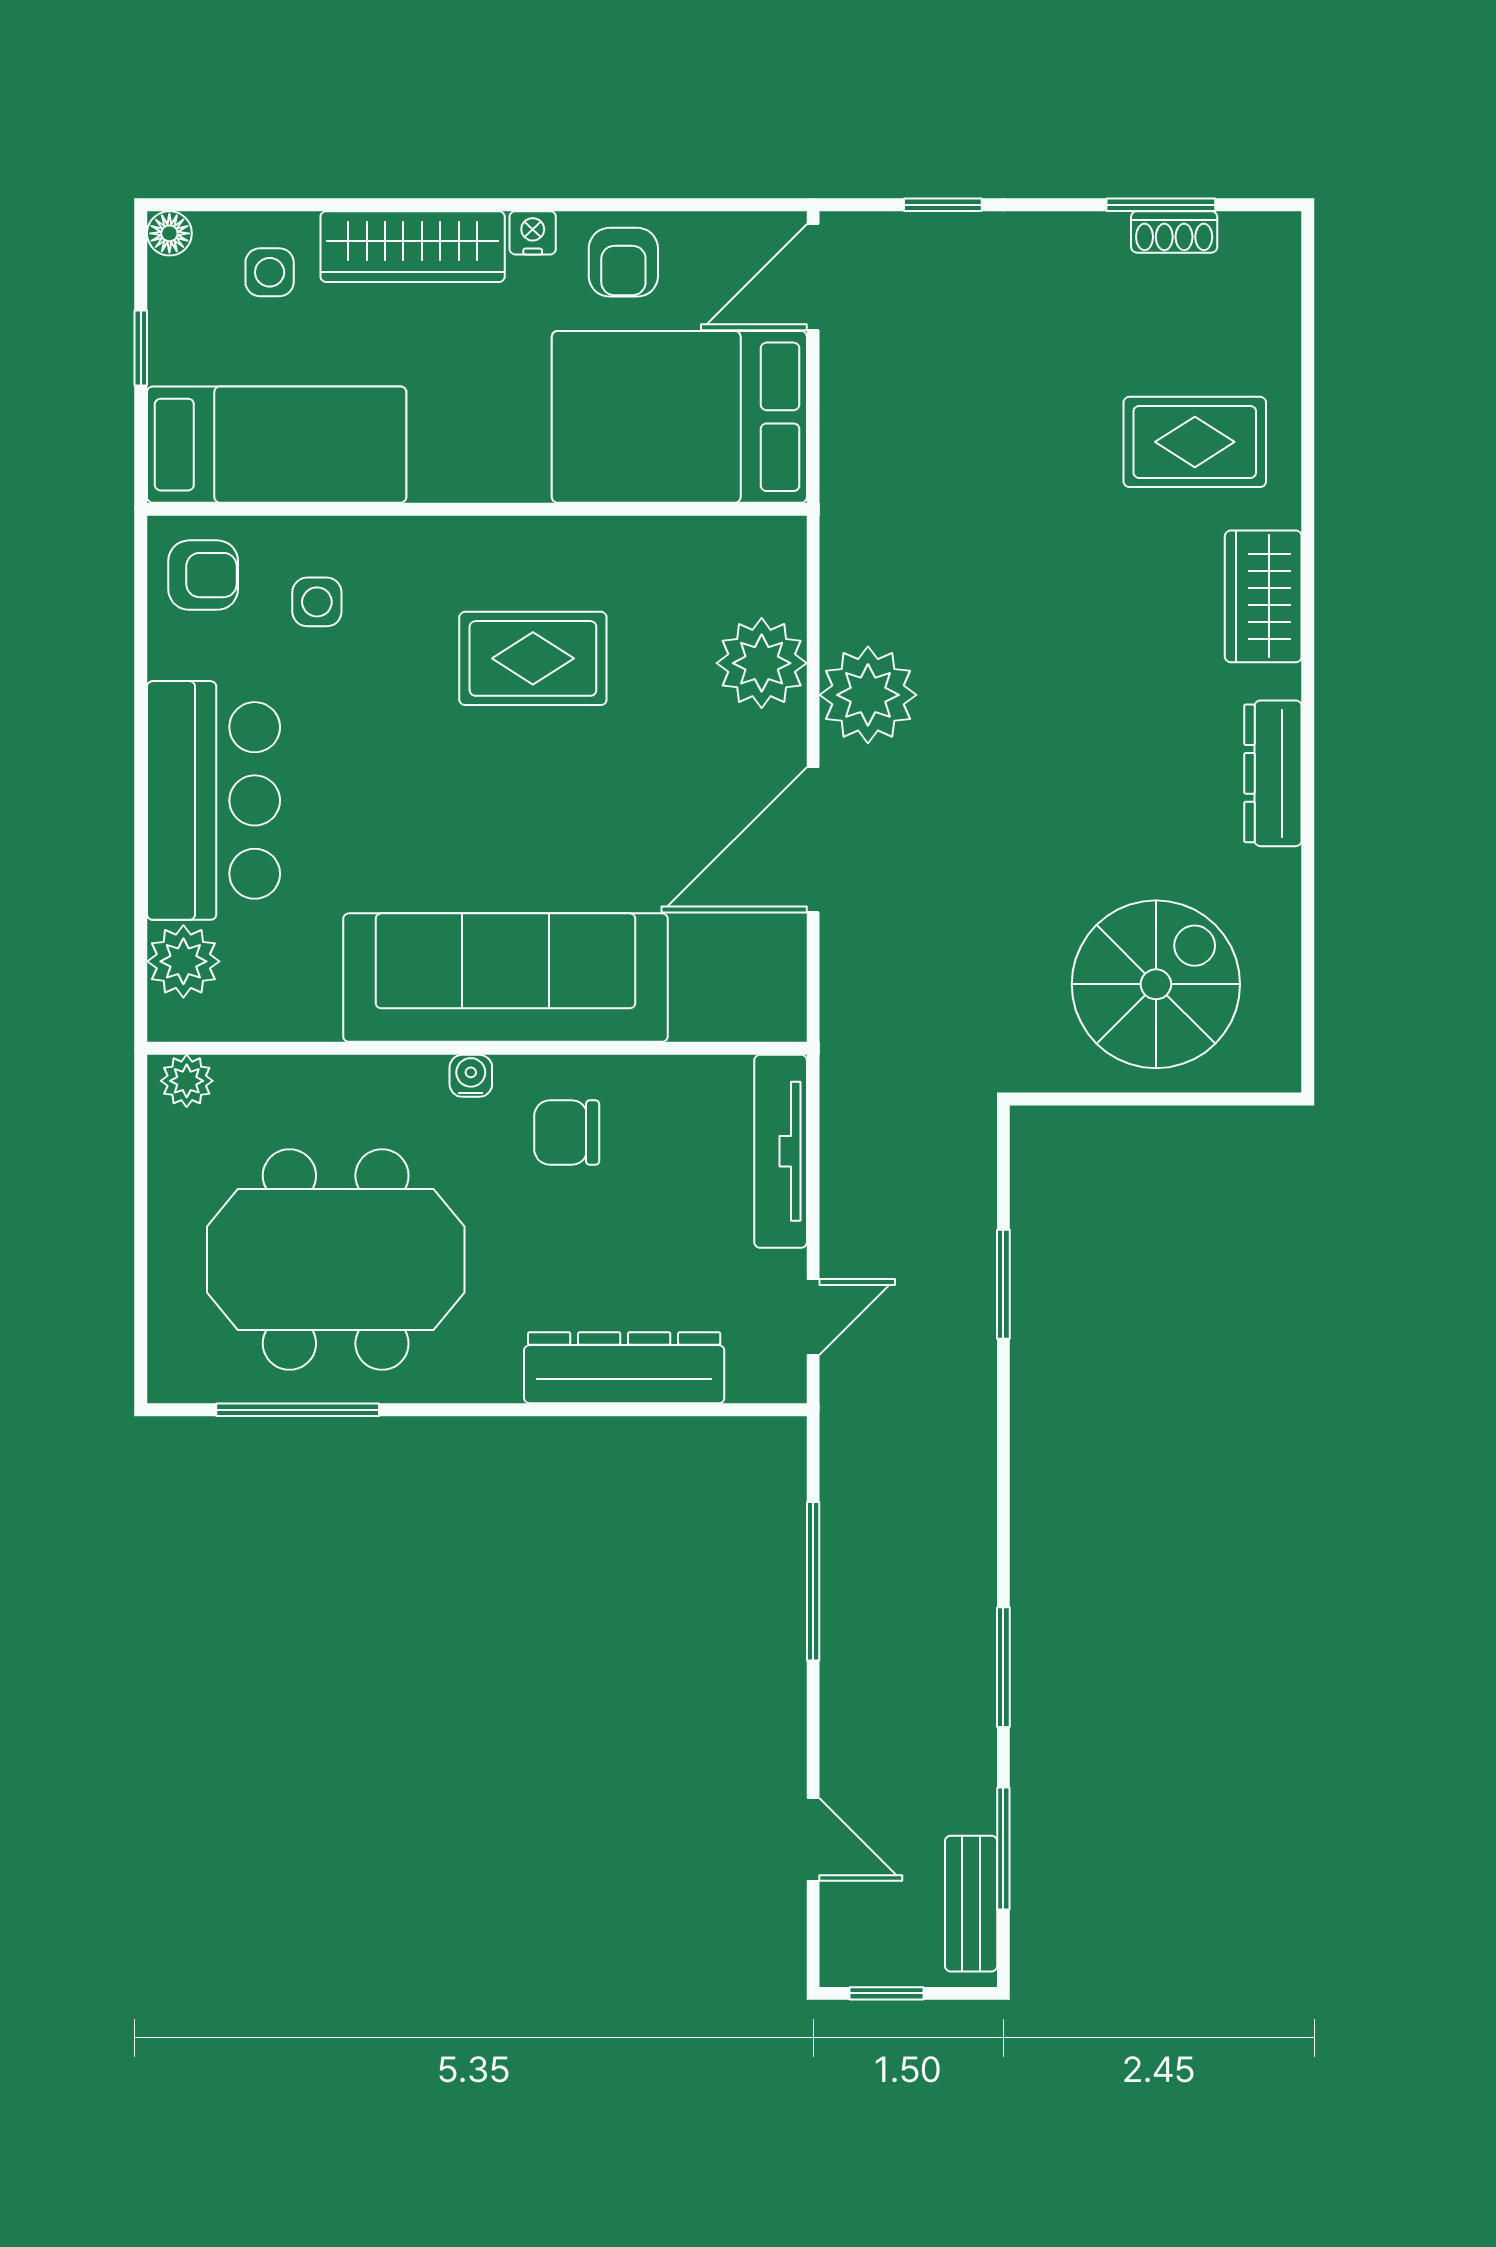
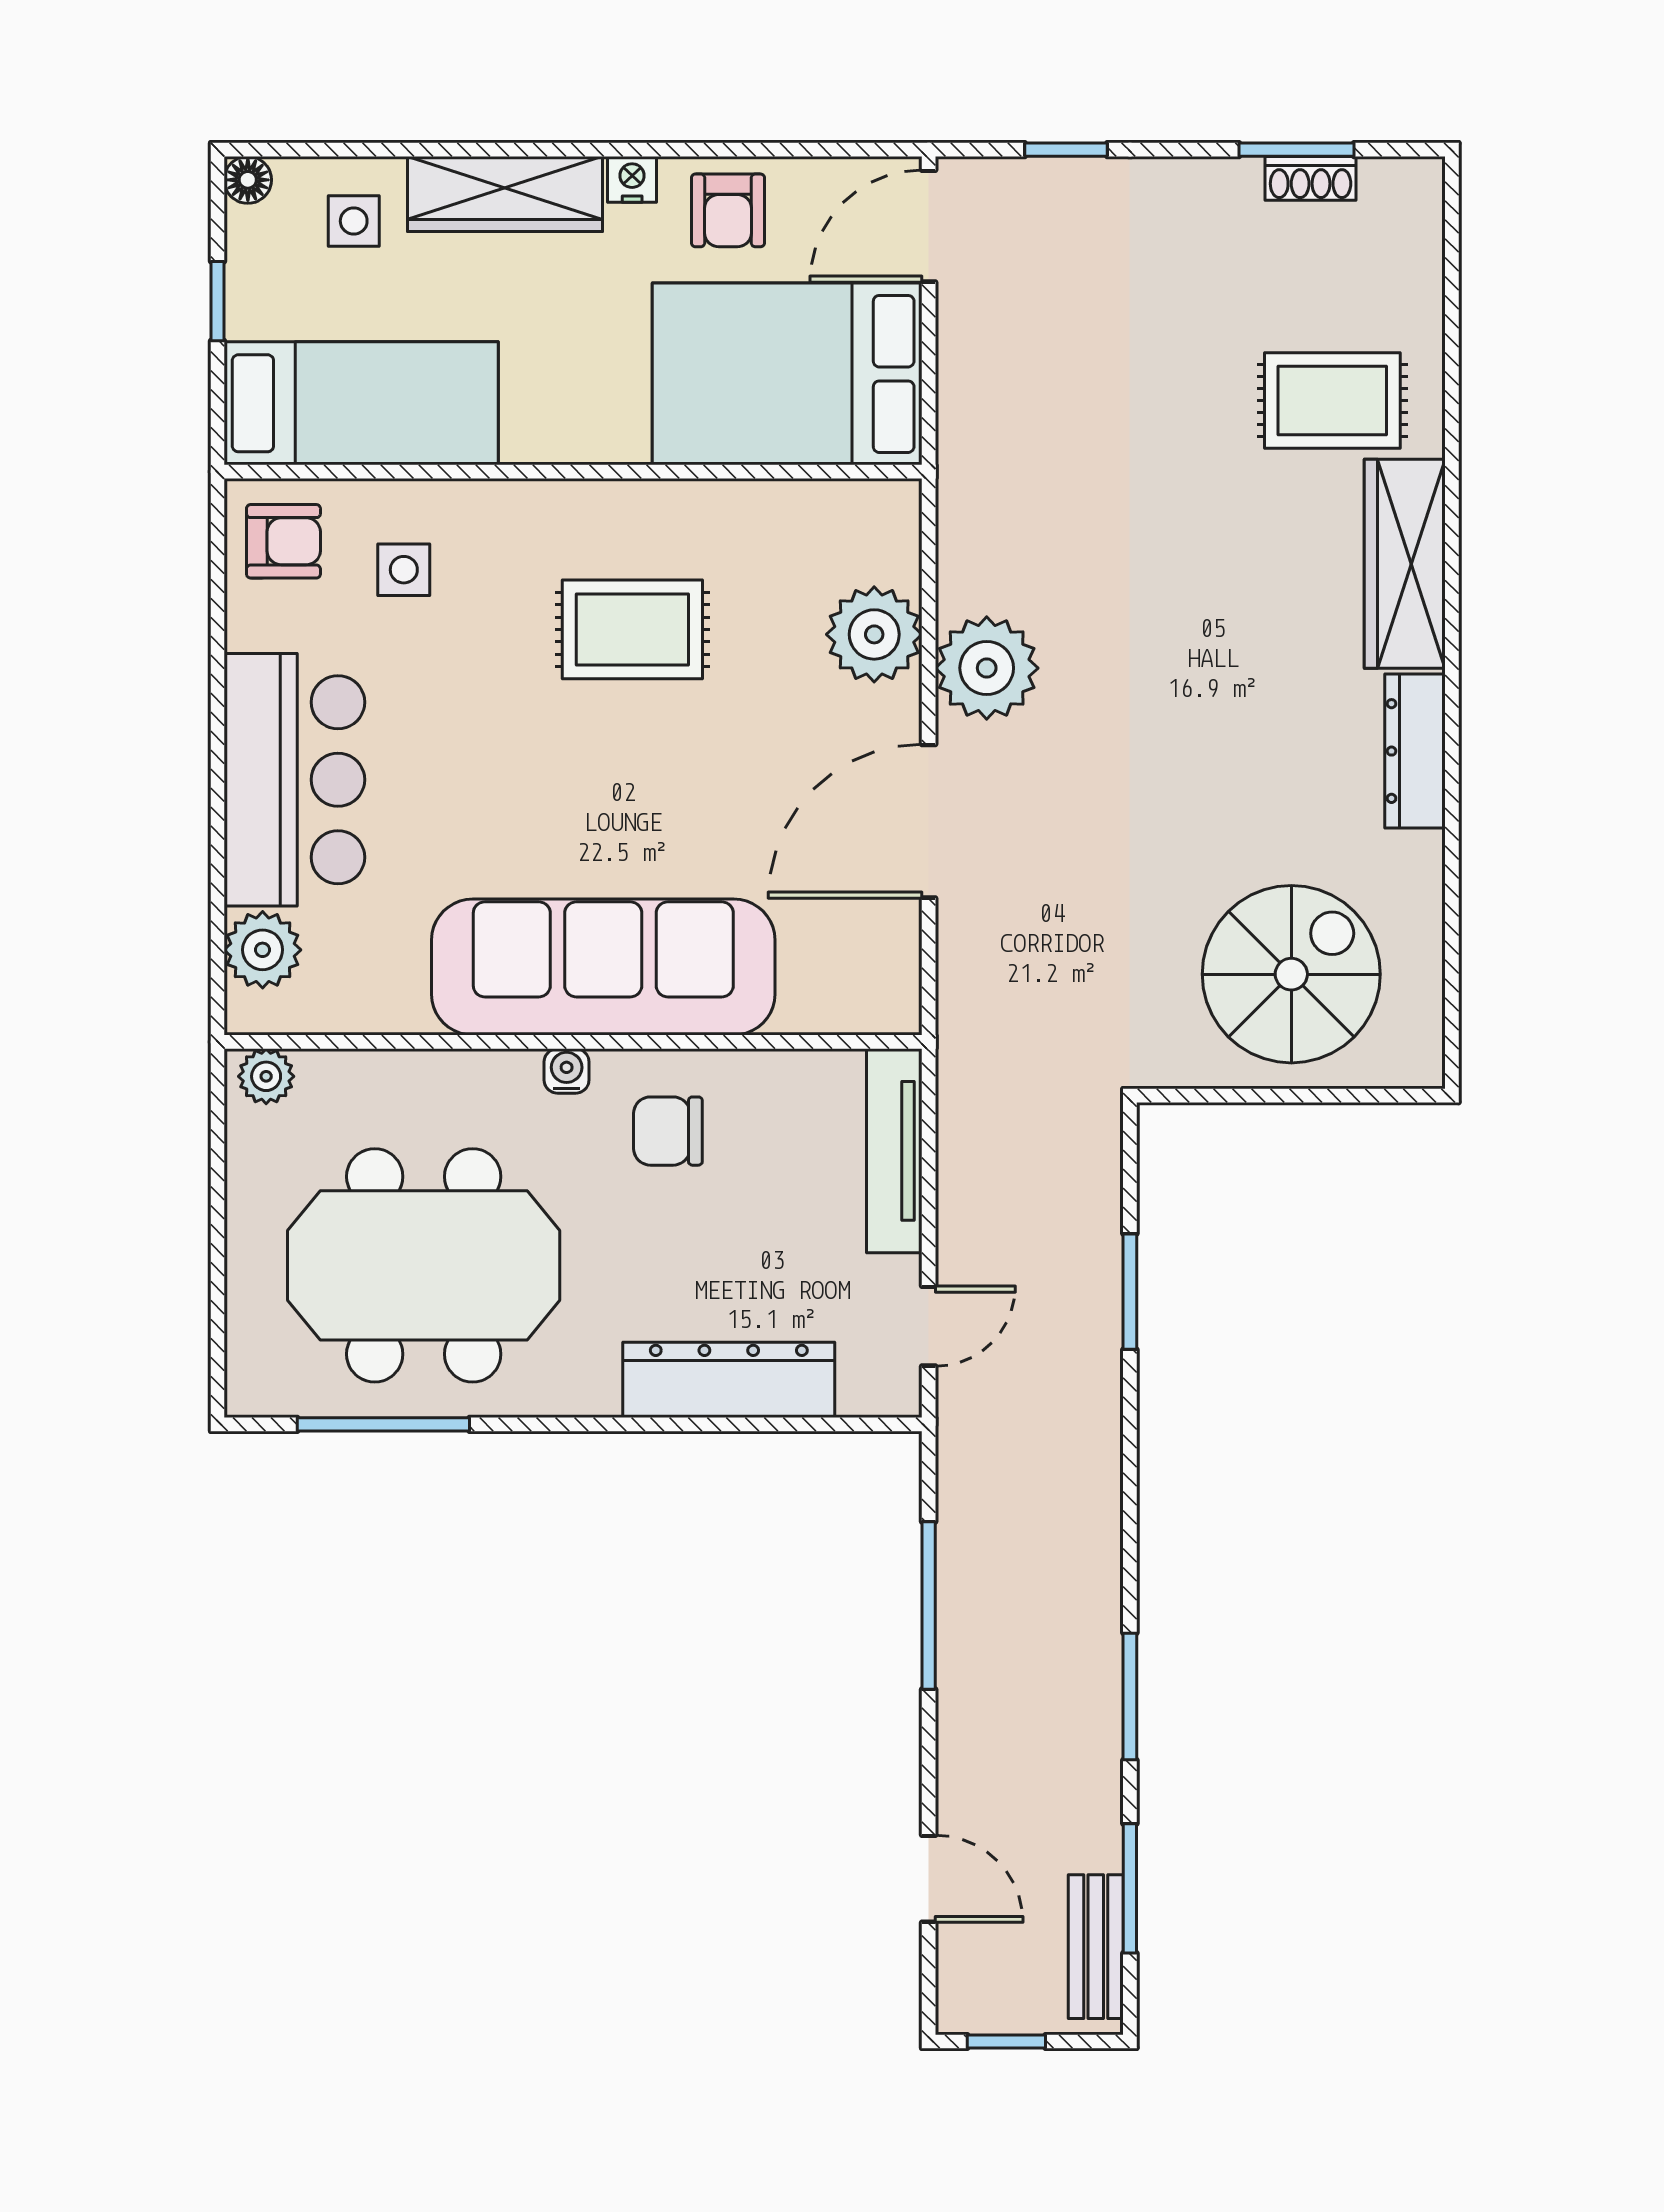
wardrobe: (1263, 596) -> (1405, 564), width x1.50

